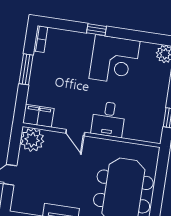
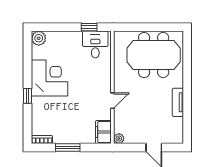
desk: (108, 119) -> (95, 44), moved, turned -90
plant: (32, 140) -> (119, 139), width x0.53, depth x0.53

